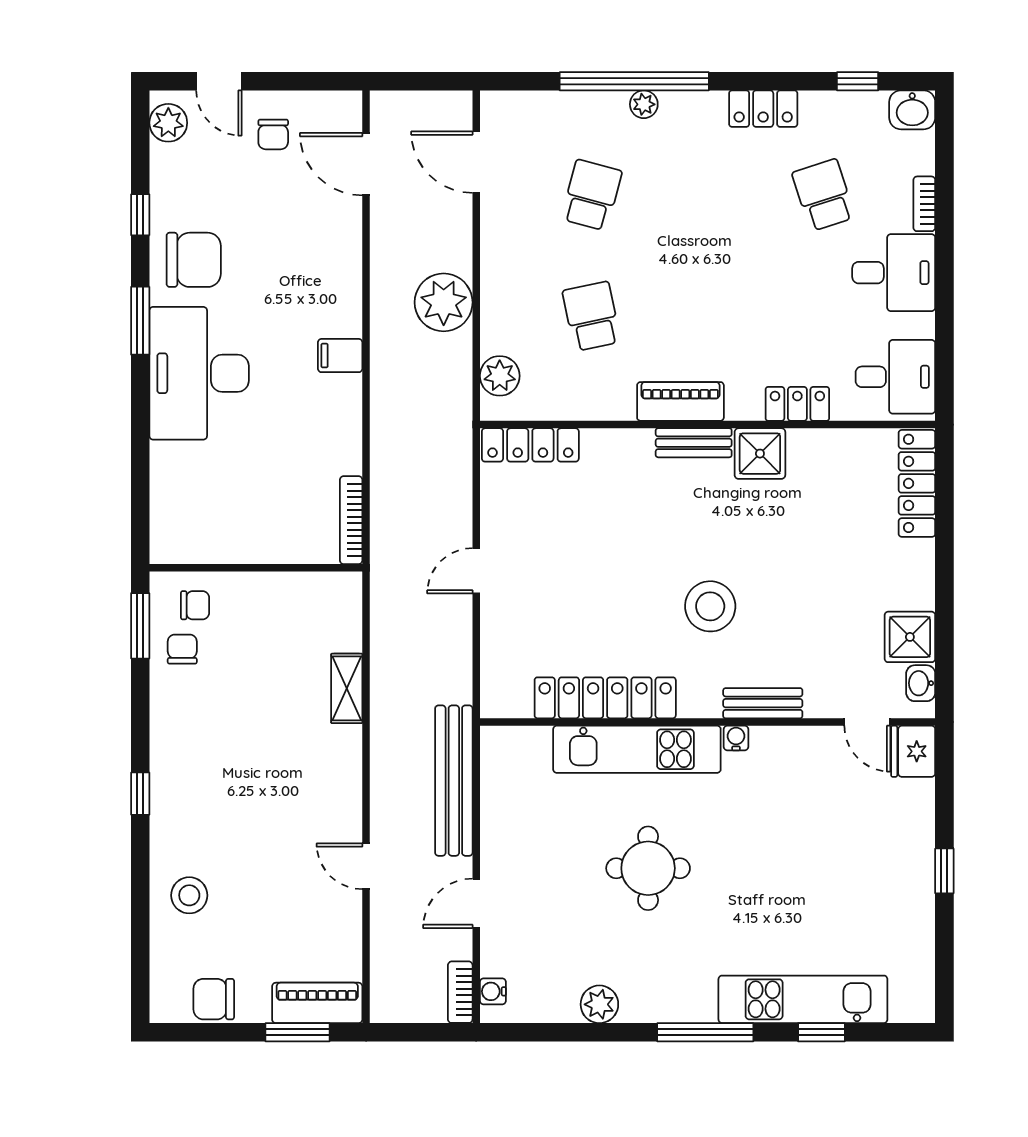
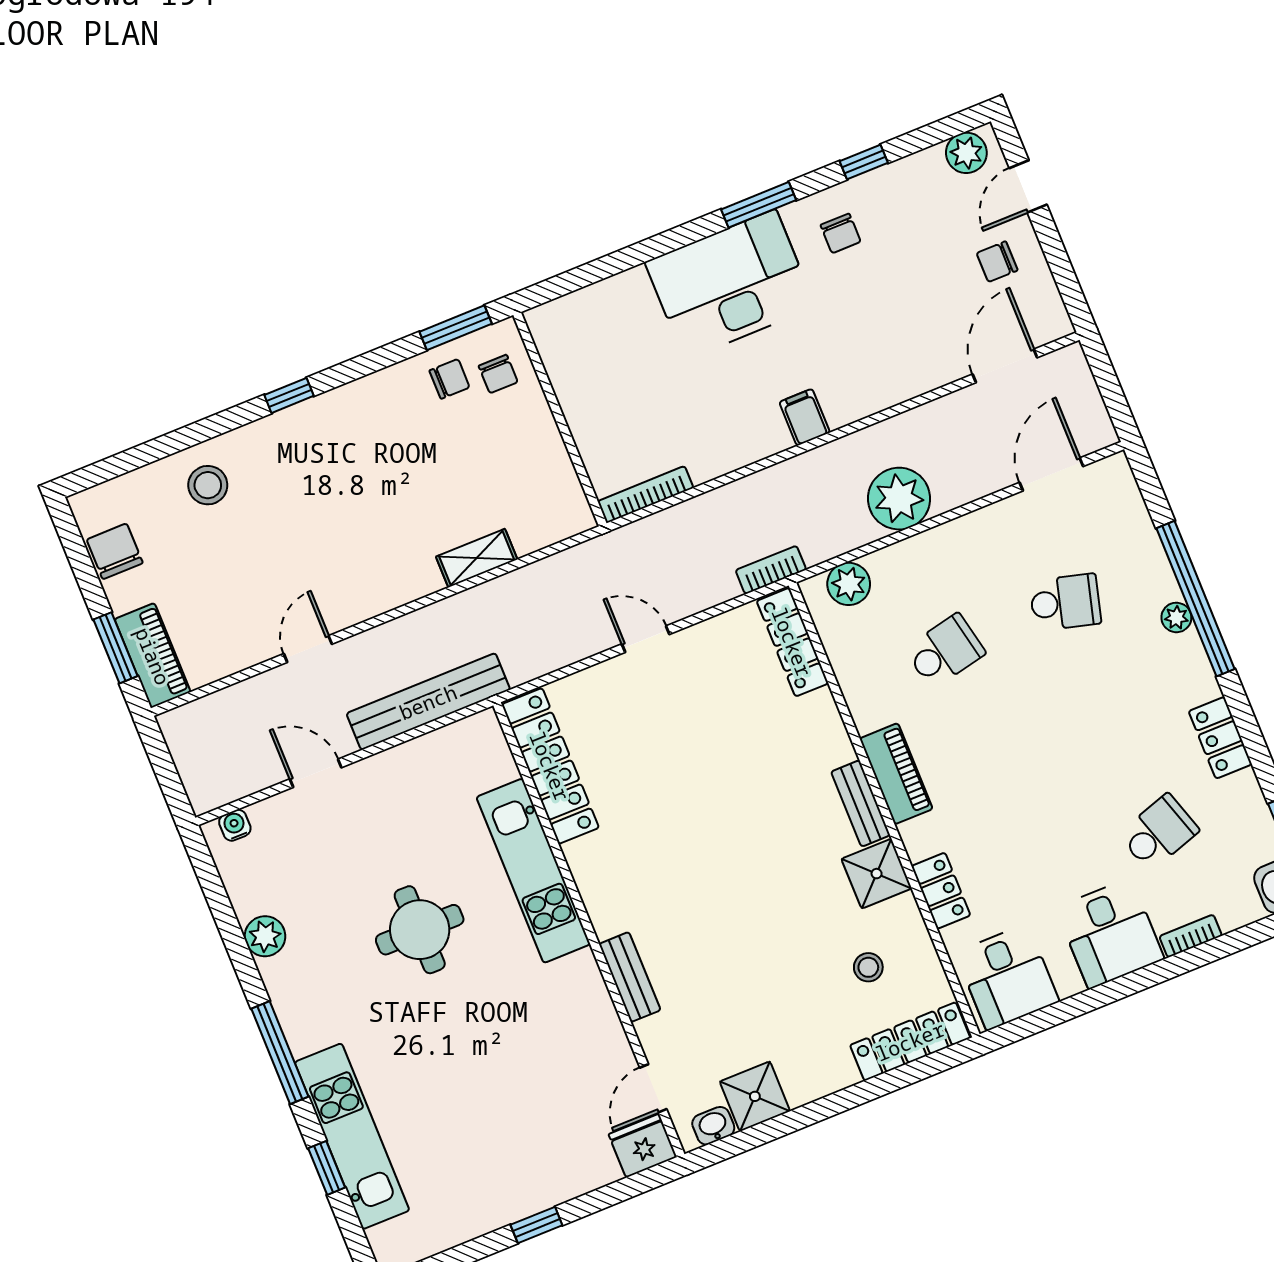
chair: (194, 260) -> (841, 233), width x0.54, depth x0.54
stool: (710, 606) -> (868, 967), moved, width x0.53, depth x0.53
locker: (605, 698) -> (550, 766), moved
water cooler: (736, 738) -> (584, 964), removed
bookcase: (460, 992) -> (771, 570), moved

